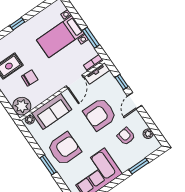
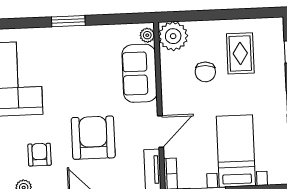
door: (75, 82) -> (161, 131), swing flipped
armchair: (126, 136) -> (40, 155), turned -82
armchair: (64, 149) -> (77, 58), removed

